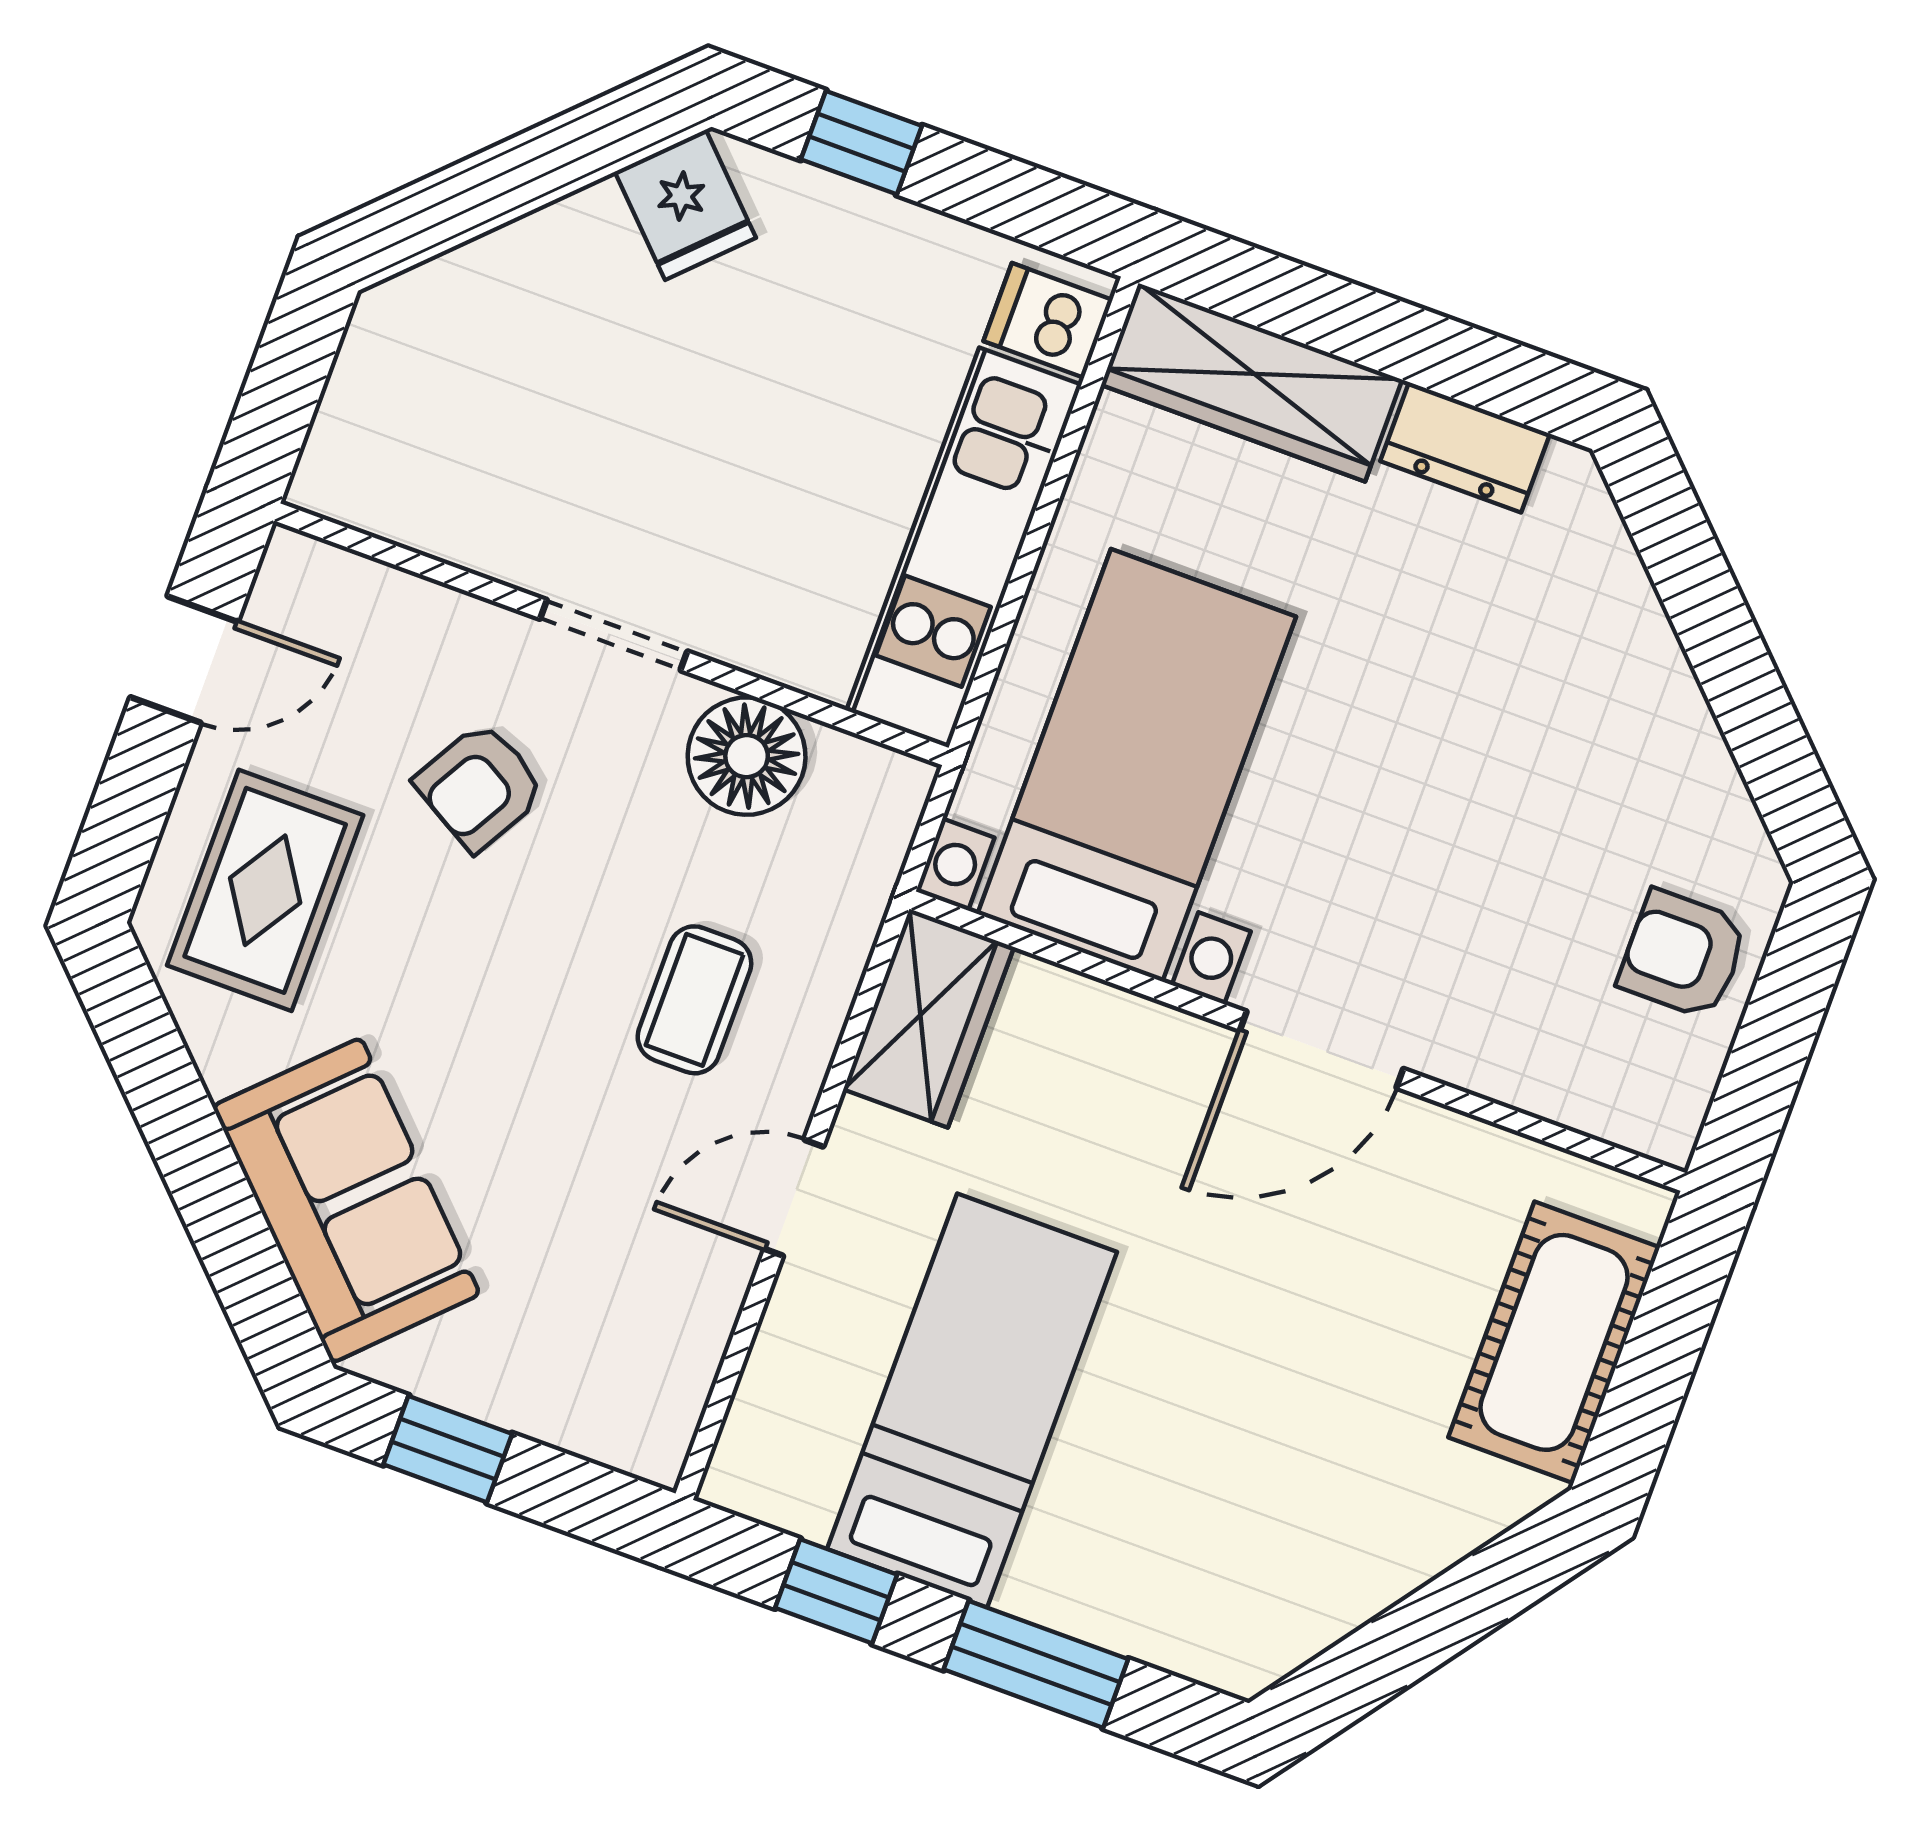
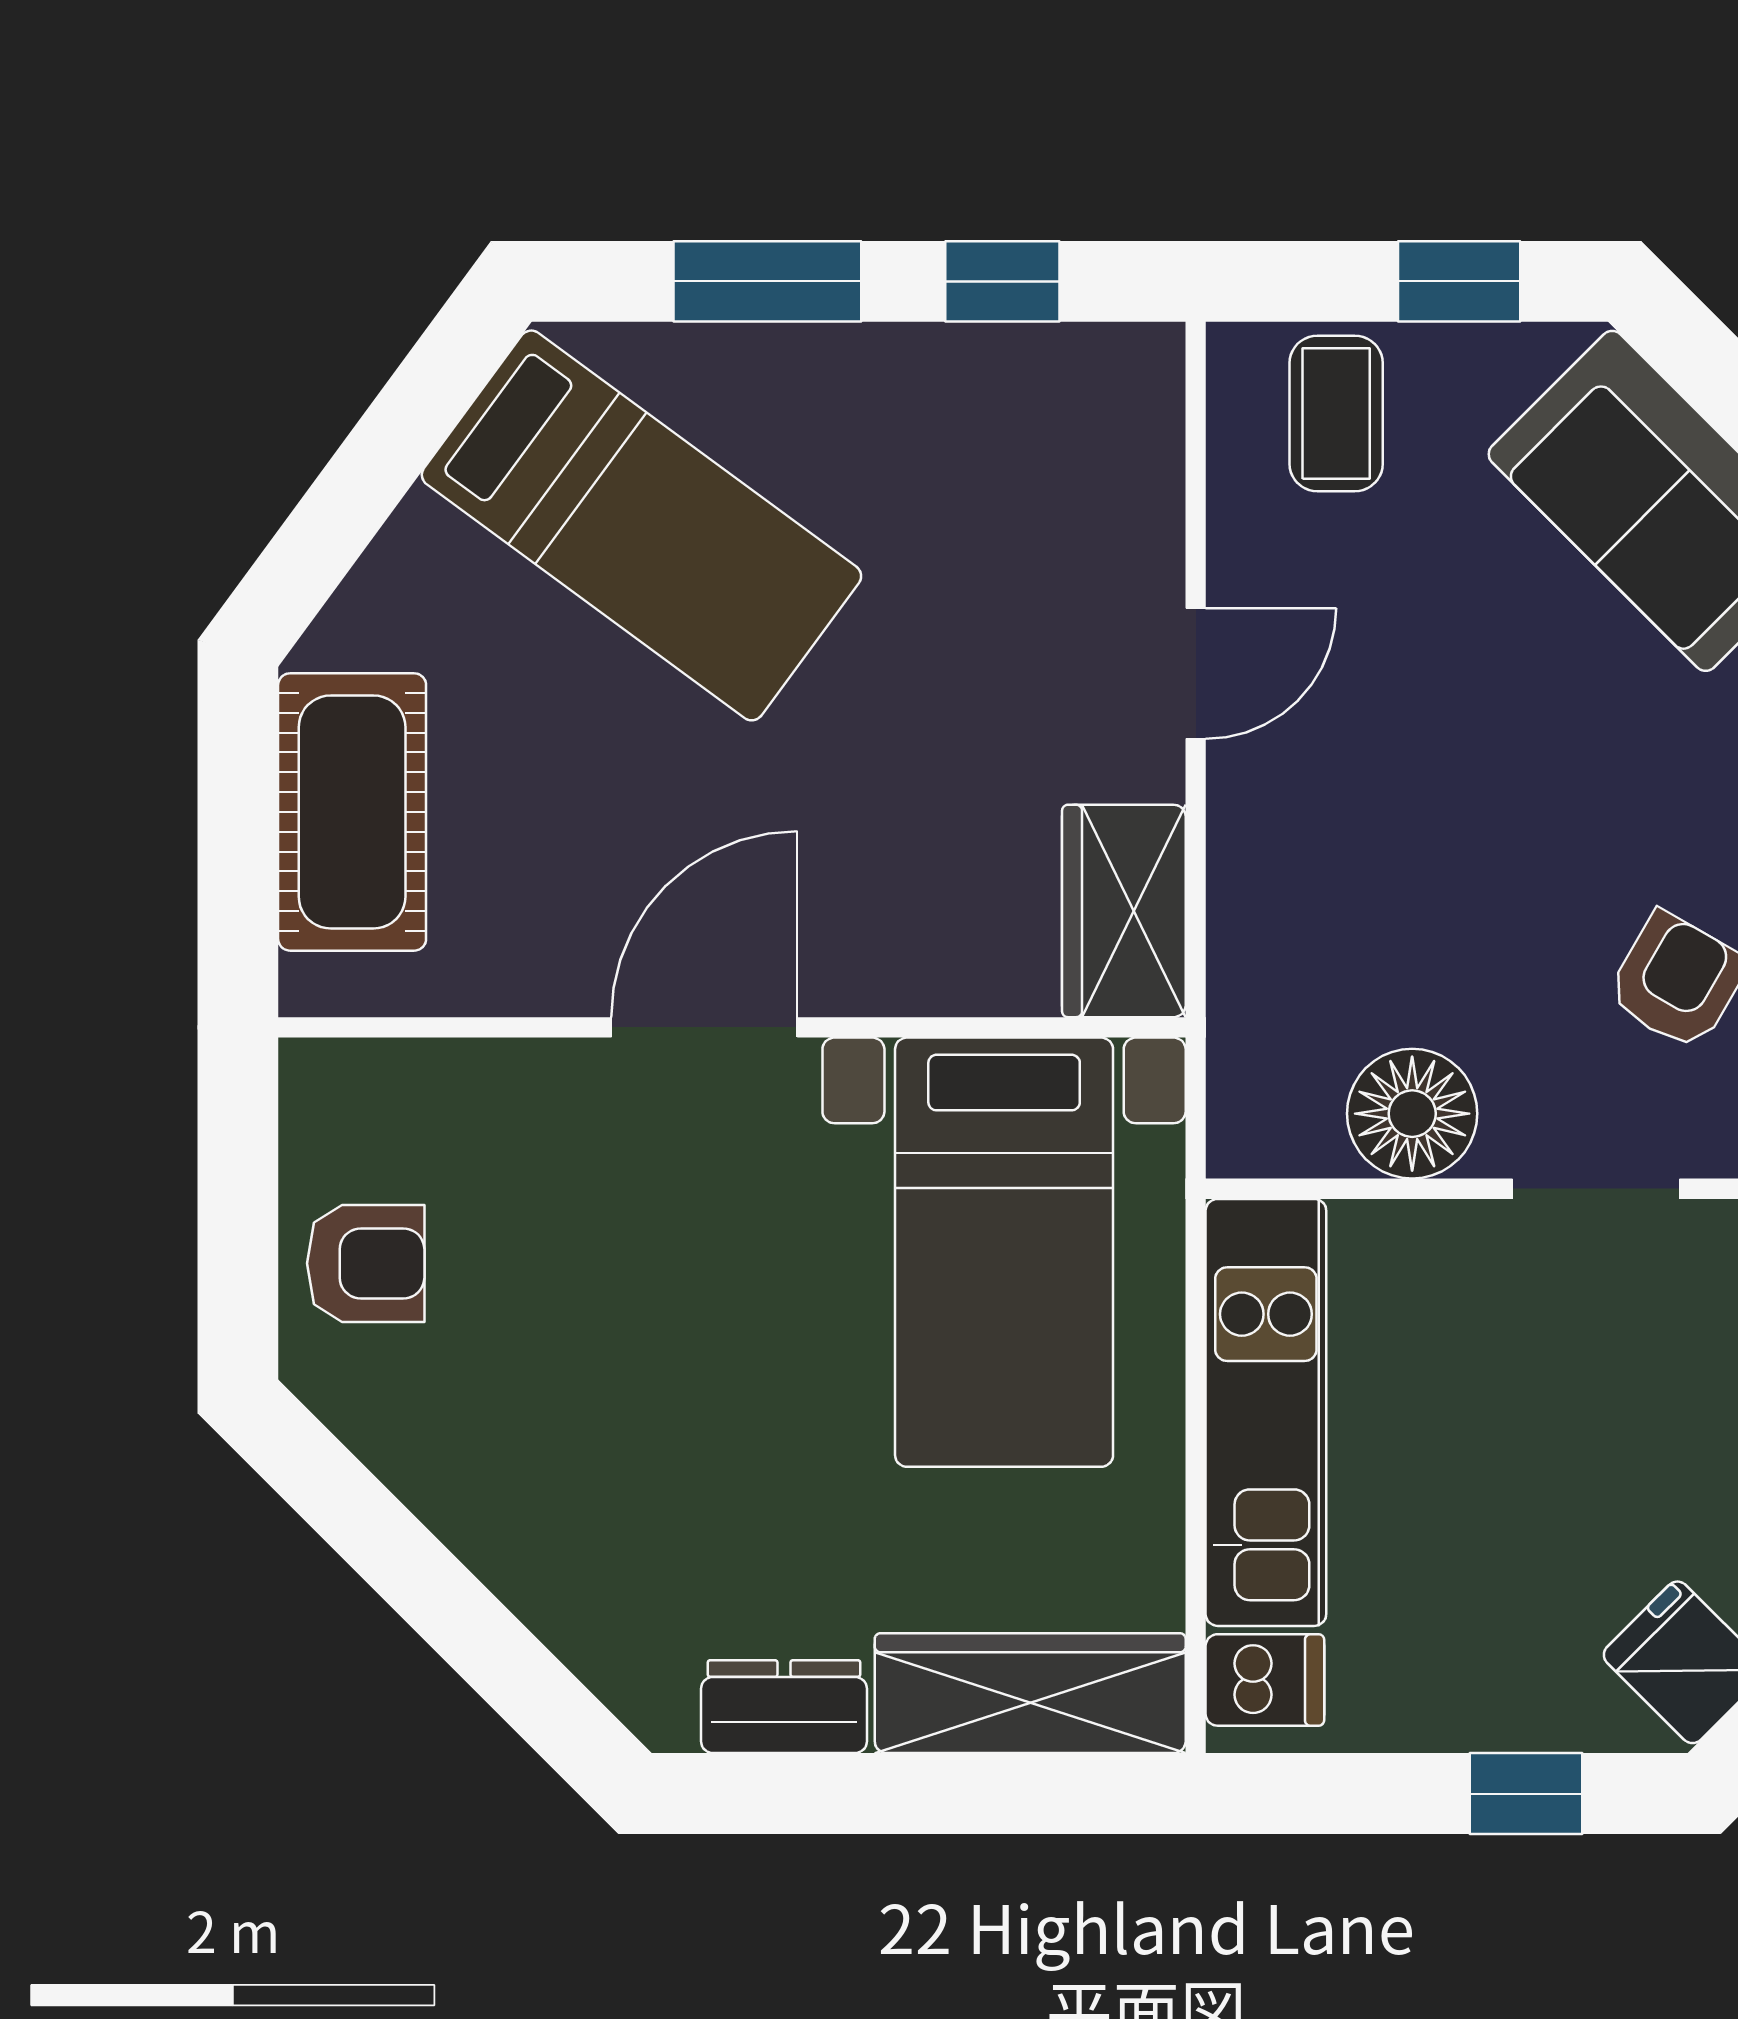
coffee table: (694, 1000) -> (1336, 413), moved
bed: (972, 1400) -> (641, 525), moved, turned -54

